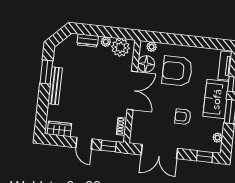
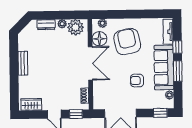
armchair: (177, 71) -> (127, 42), turned 78
window: (46, 72) -> (14, 57), removed
bench: (55, 86) -> (23, 63), width x0.73
sofa: (216, 99) -> (164, 67), width x1.36

